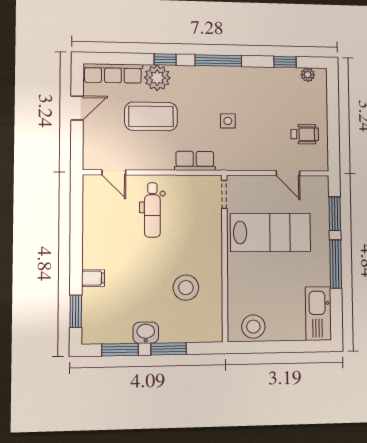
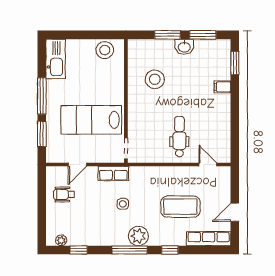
plant: (157, 78) -> (138, 236), moved
row of seats: (195, 161) -> (113, 173), moved
door: (288, 173) -> (77, 165), swing flipped

